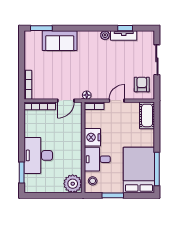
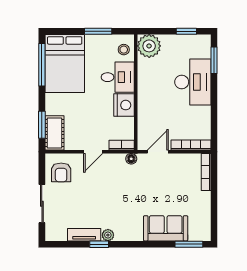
window: (125, 28) -> (99, 244), moved
window: (157, 122) -> (42, 125), added
window: (43, 195) -> (186, 31), added

